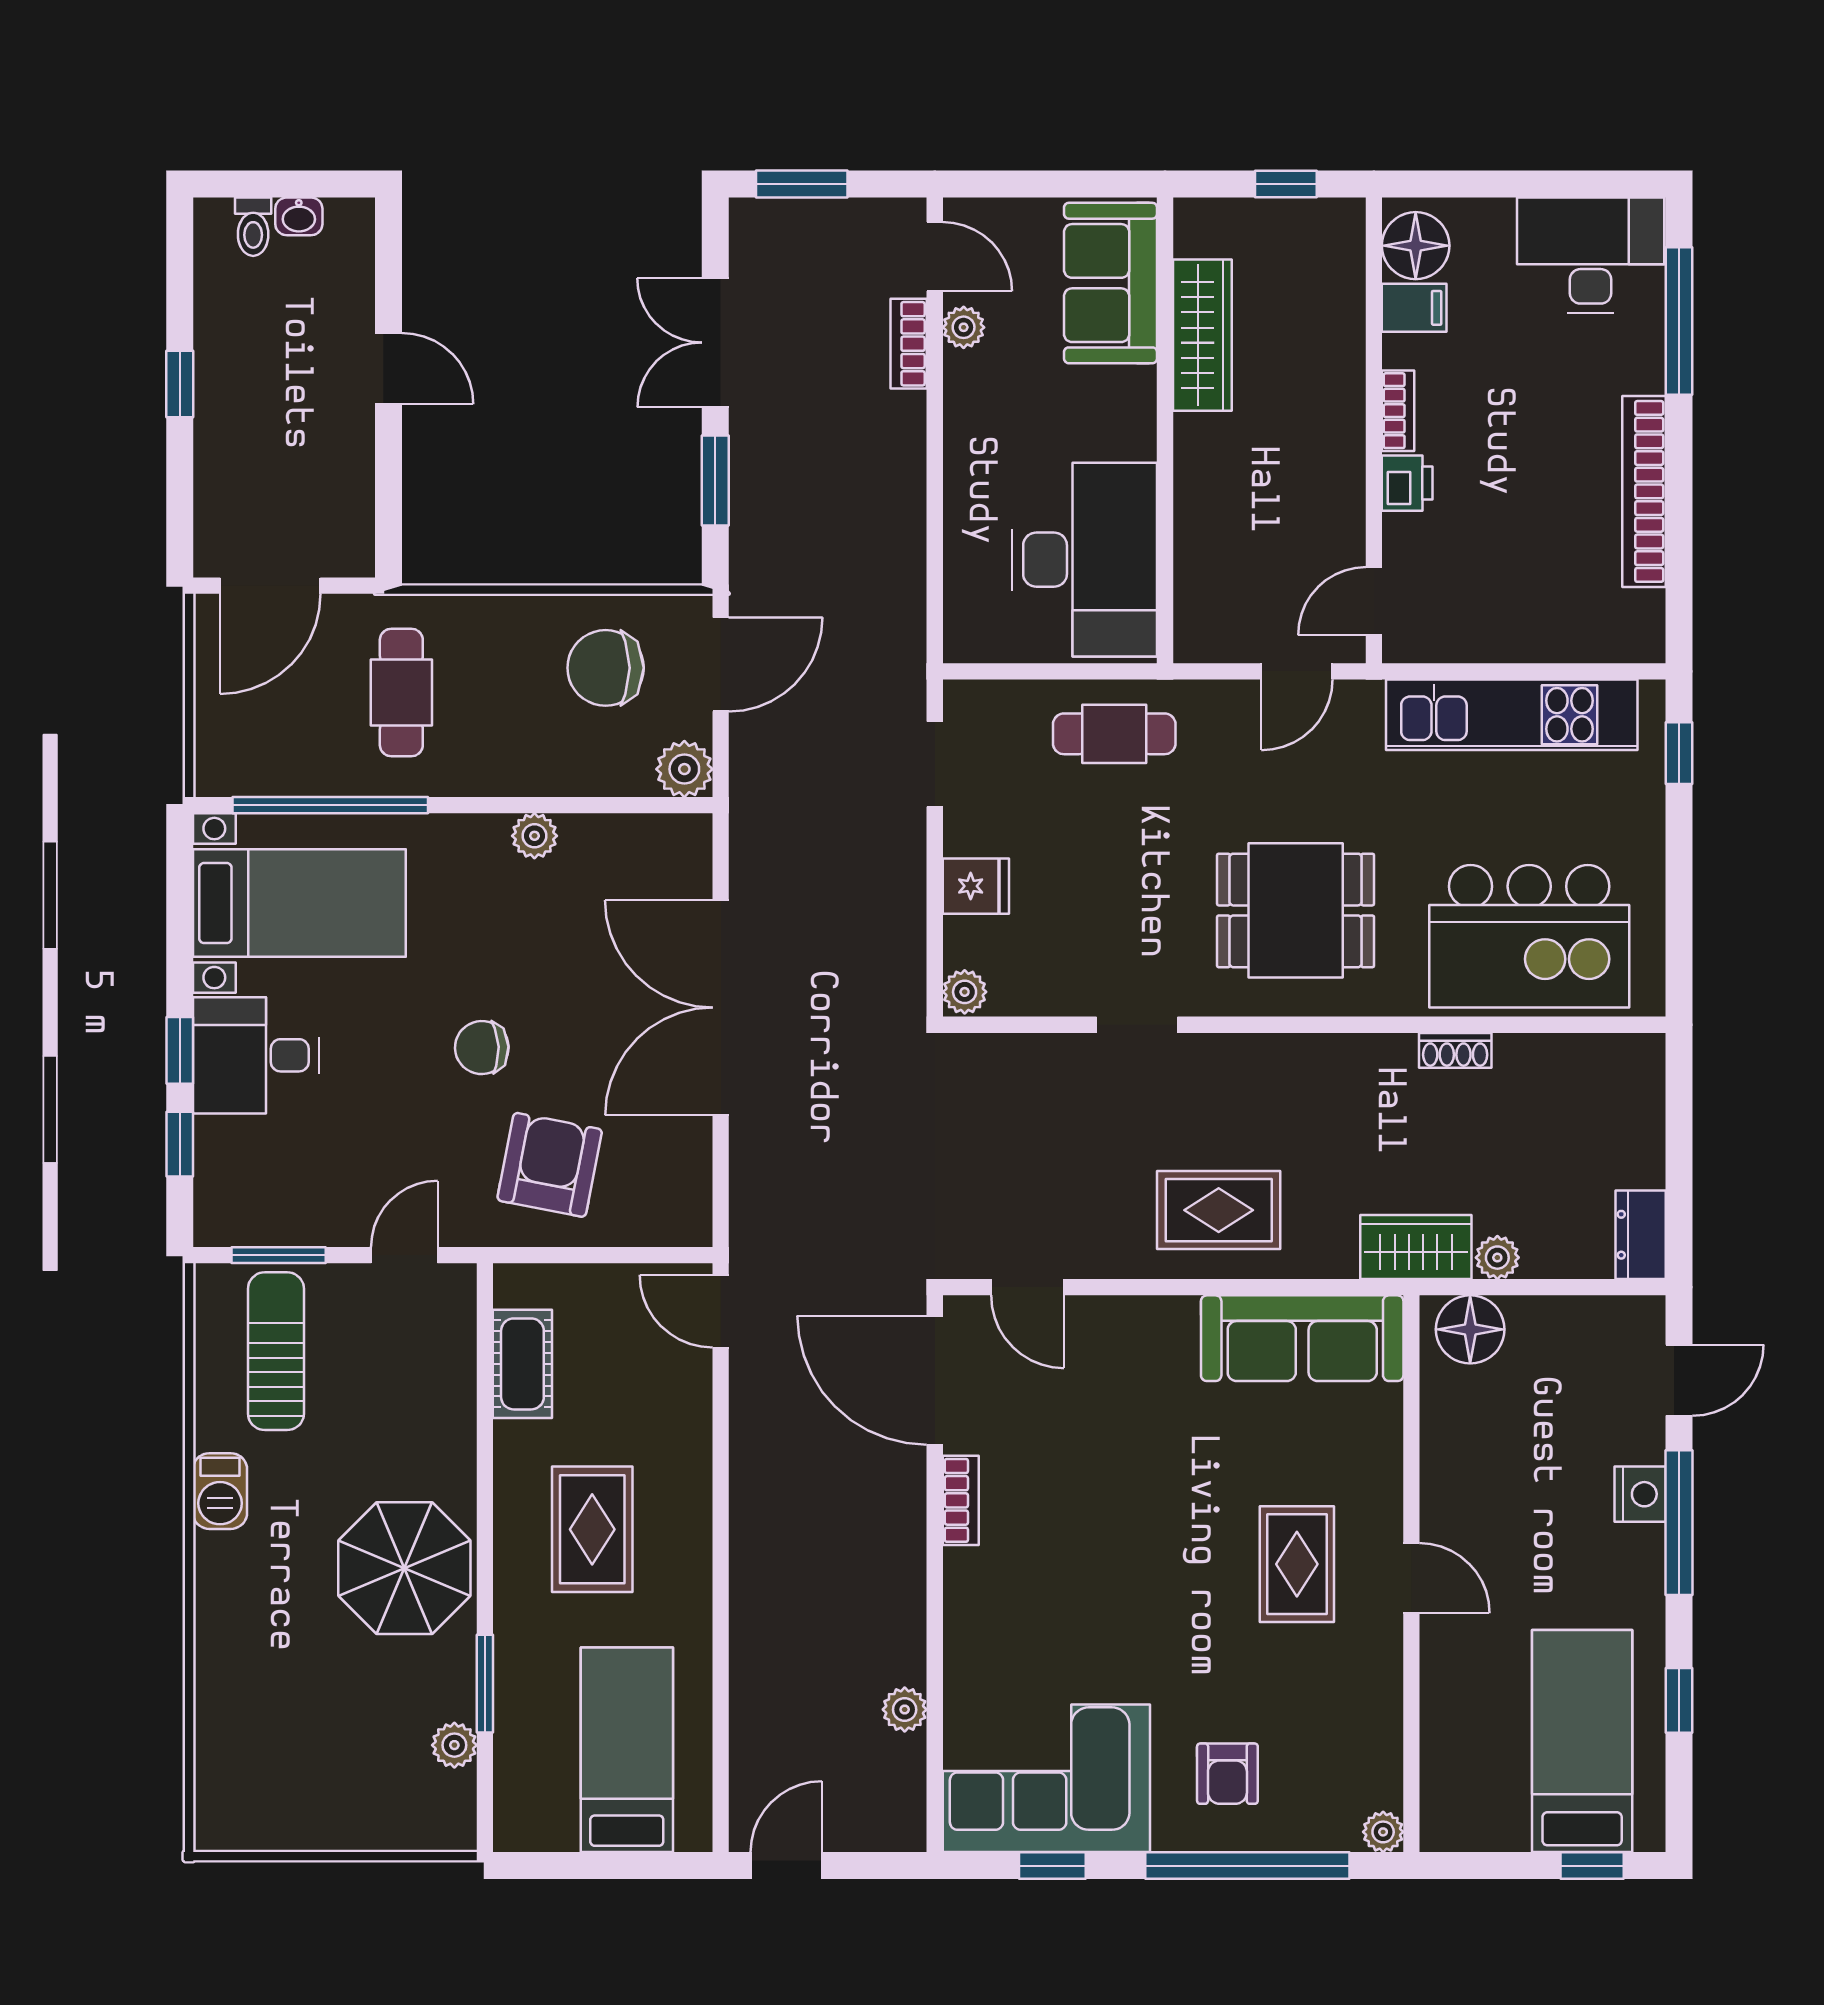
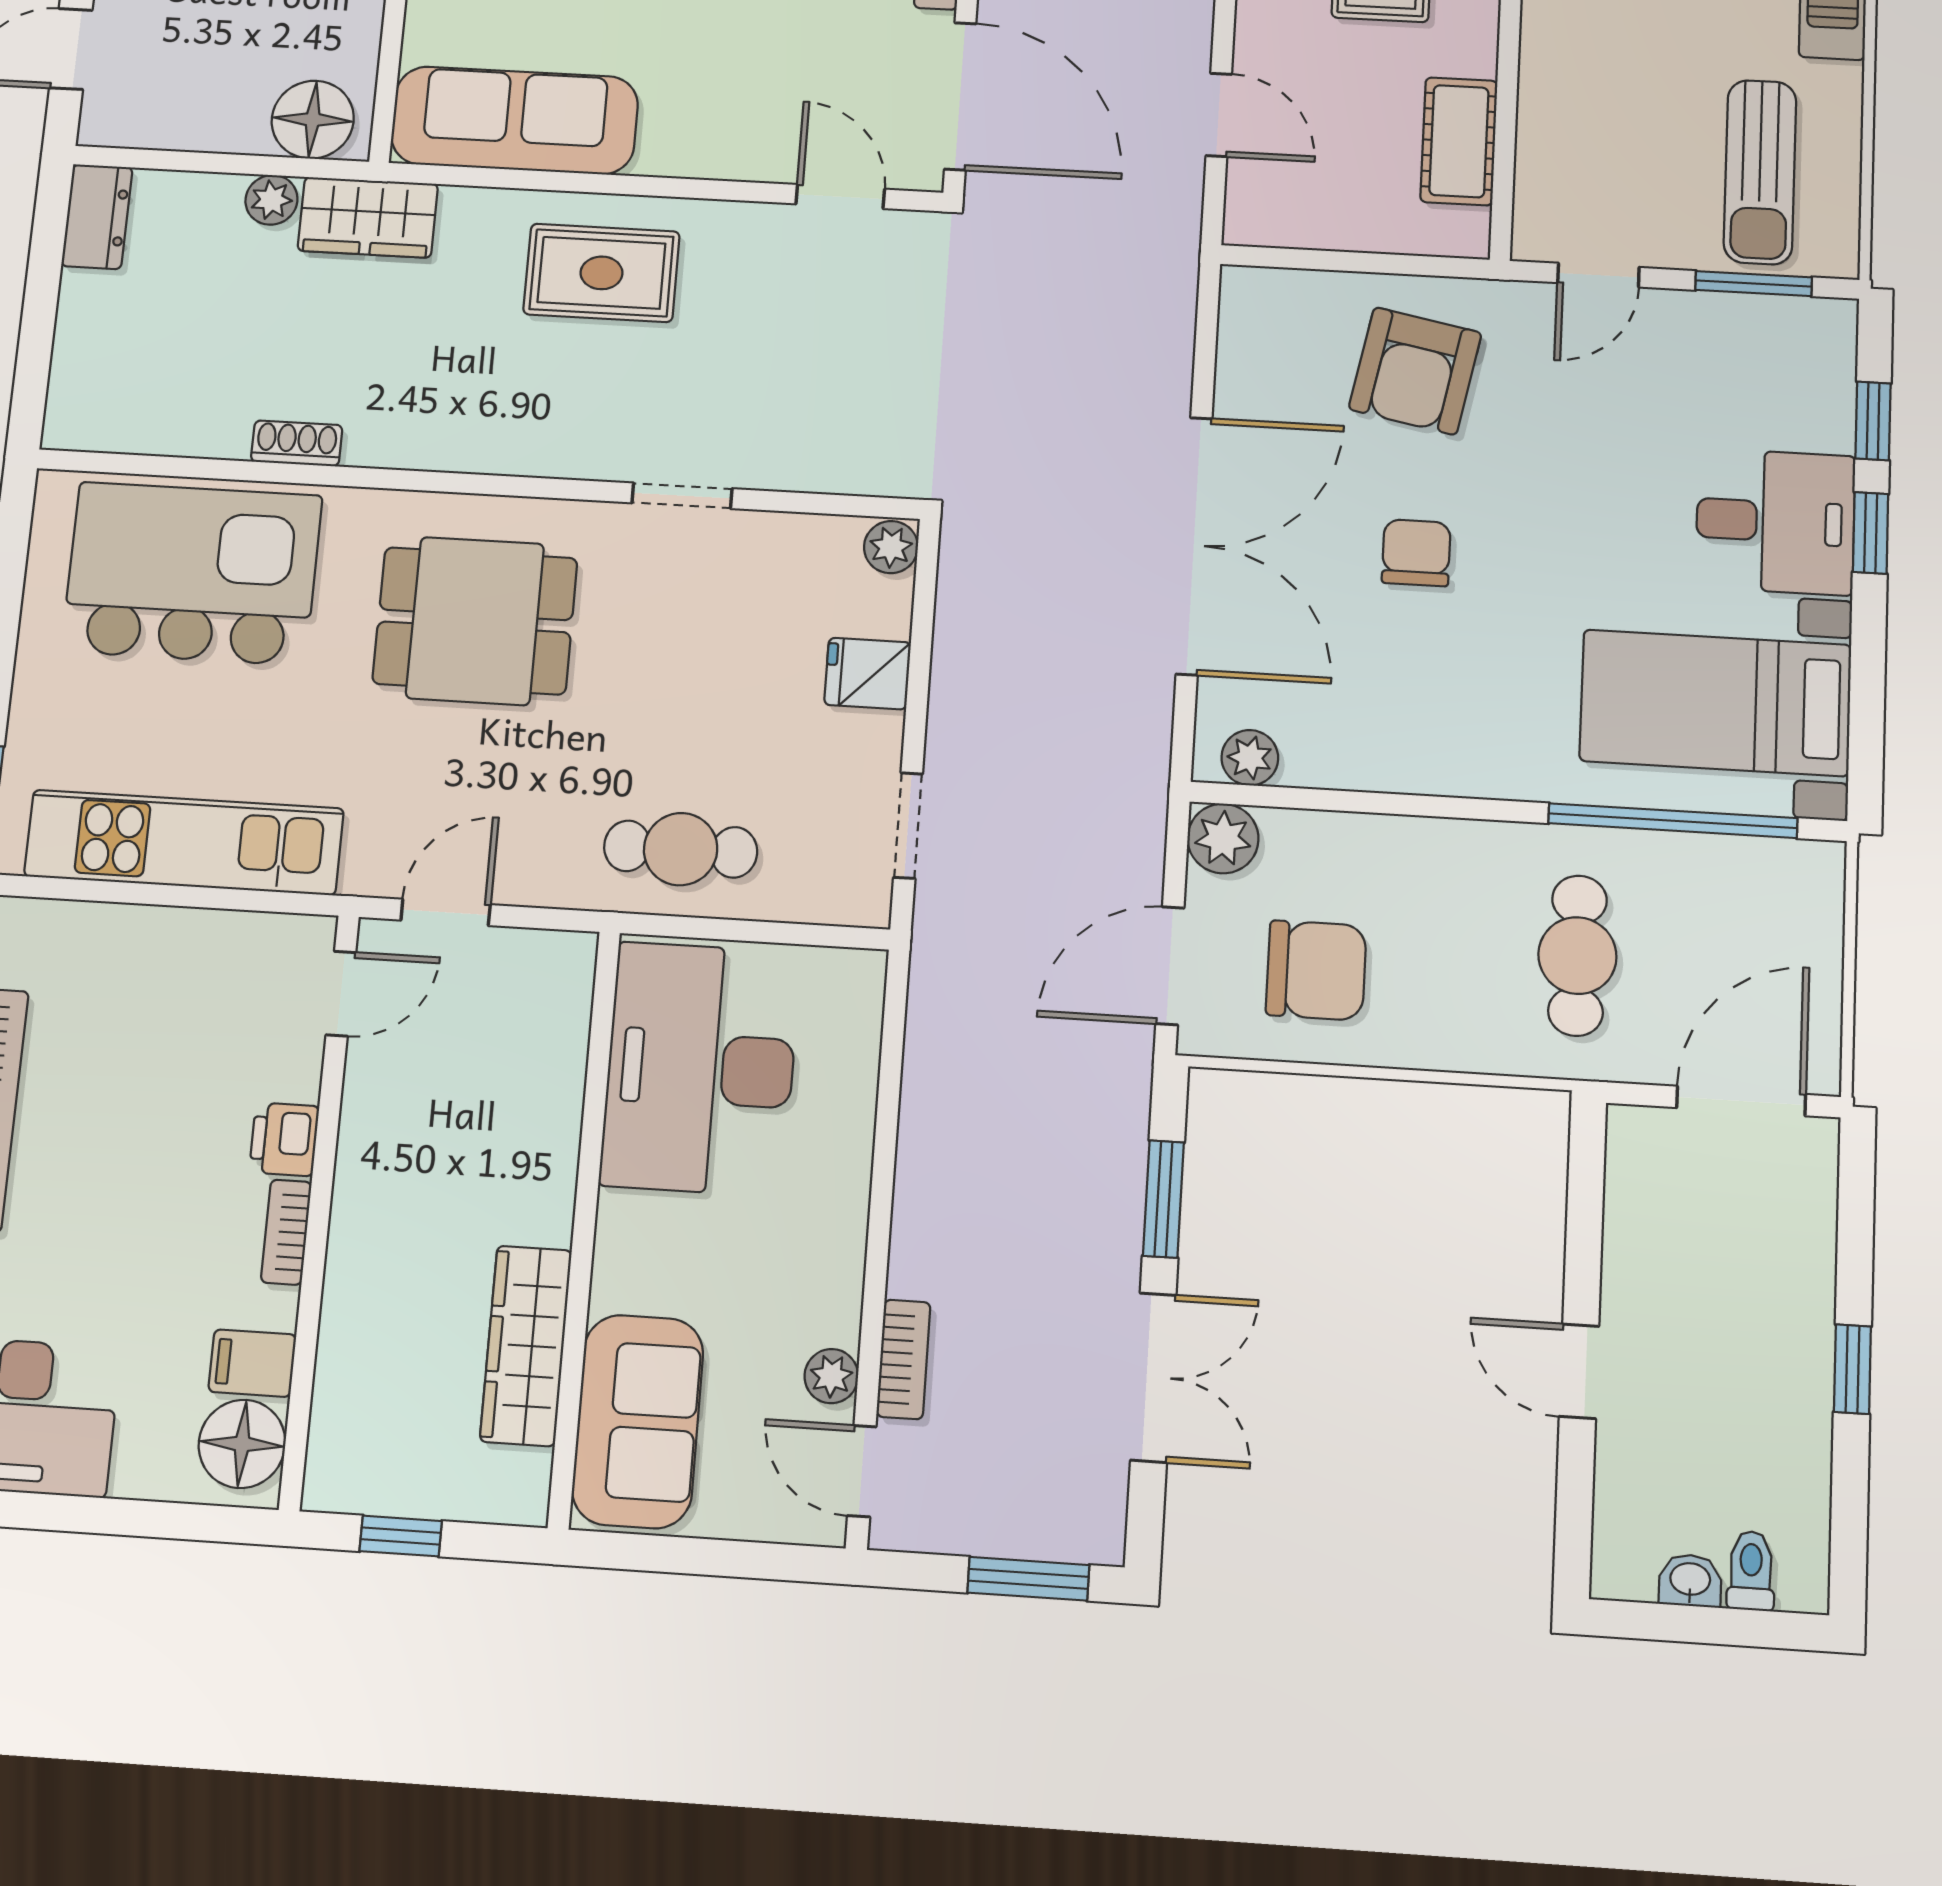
plant: (534, 836) -> (1250, 758), moved
chair: (482, 1048) -> (1416, 553), moved, turned -88
door: (721, 1311) -> (1219, 115), moved

